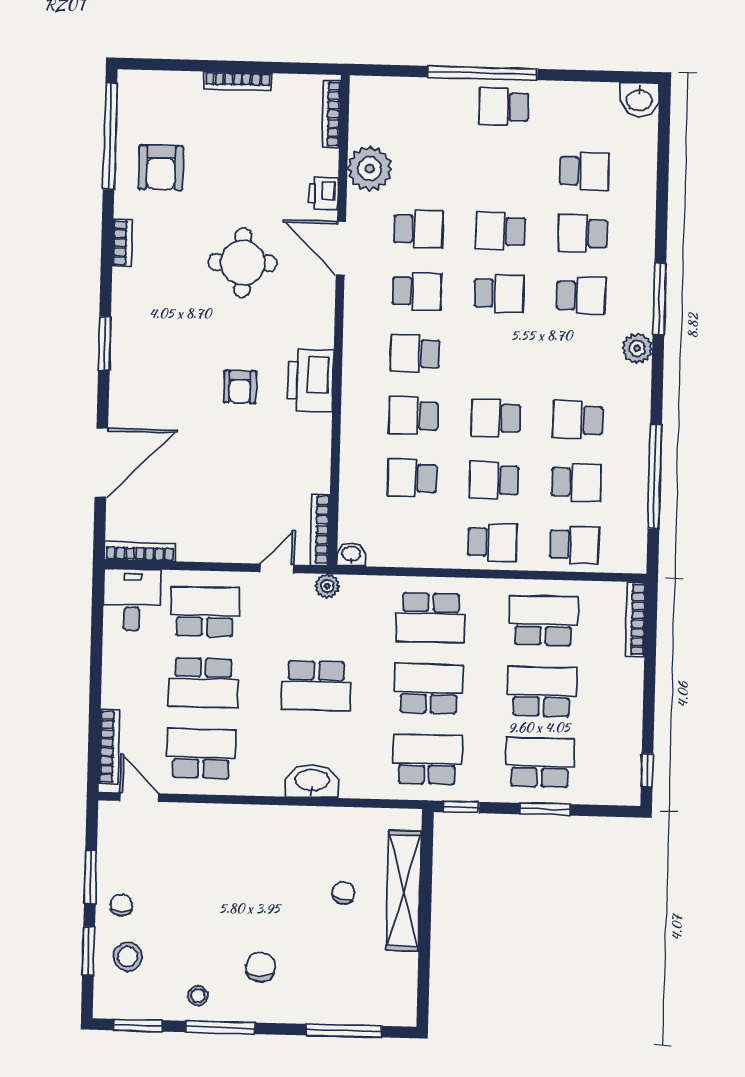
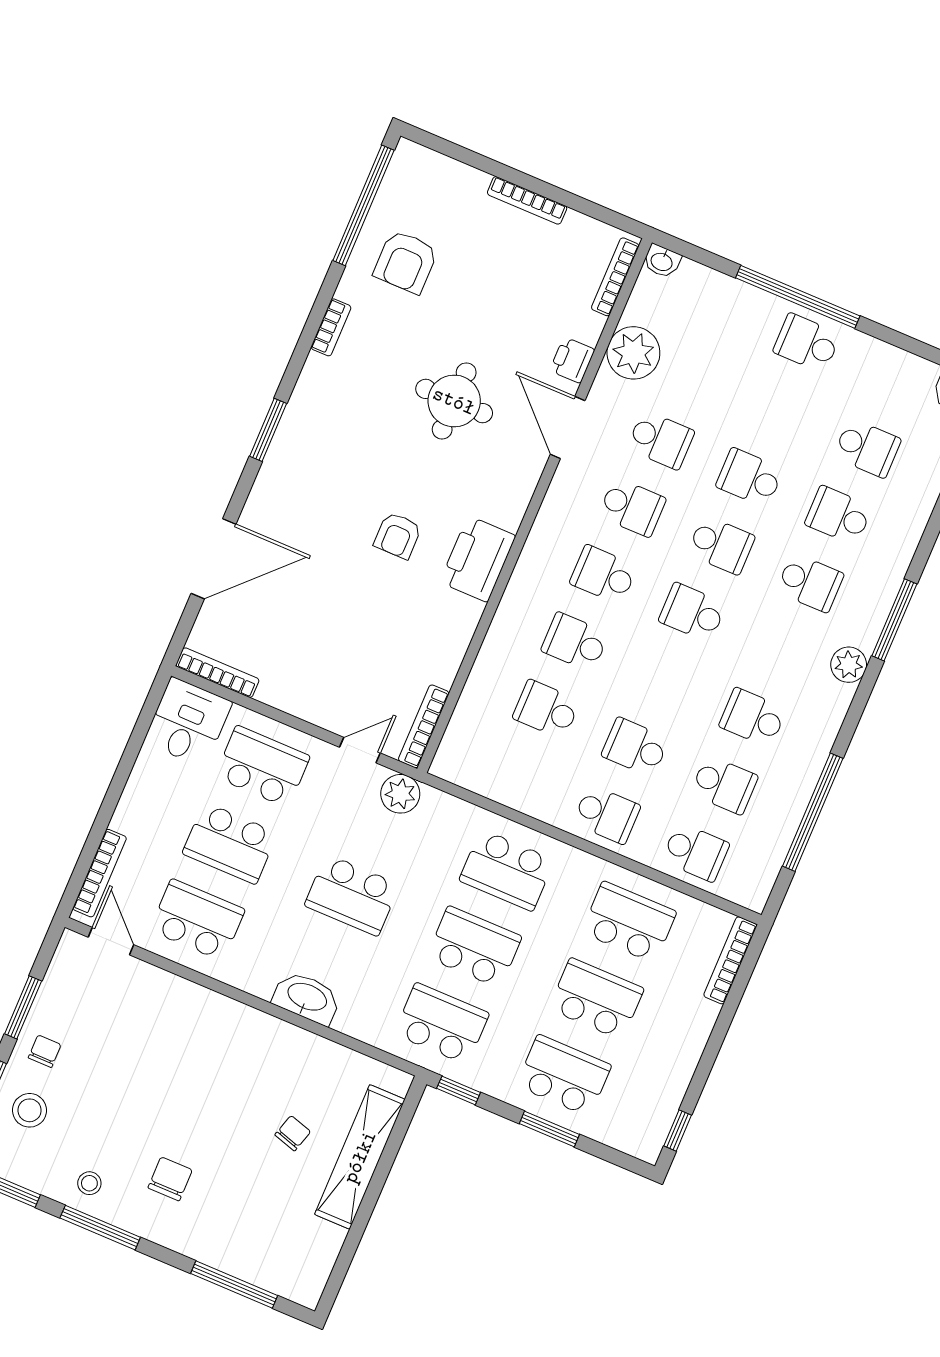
school desk: (496, 418) -> (692, 612), moved
washbasin: (351, 555) -> (662, 261), moved, turned 180
plant: (327, 586) -> (400, 794), width x1.38, depth x1.38

